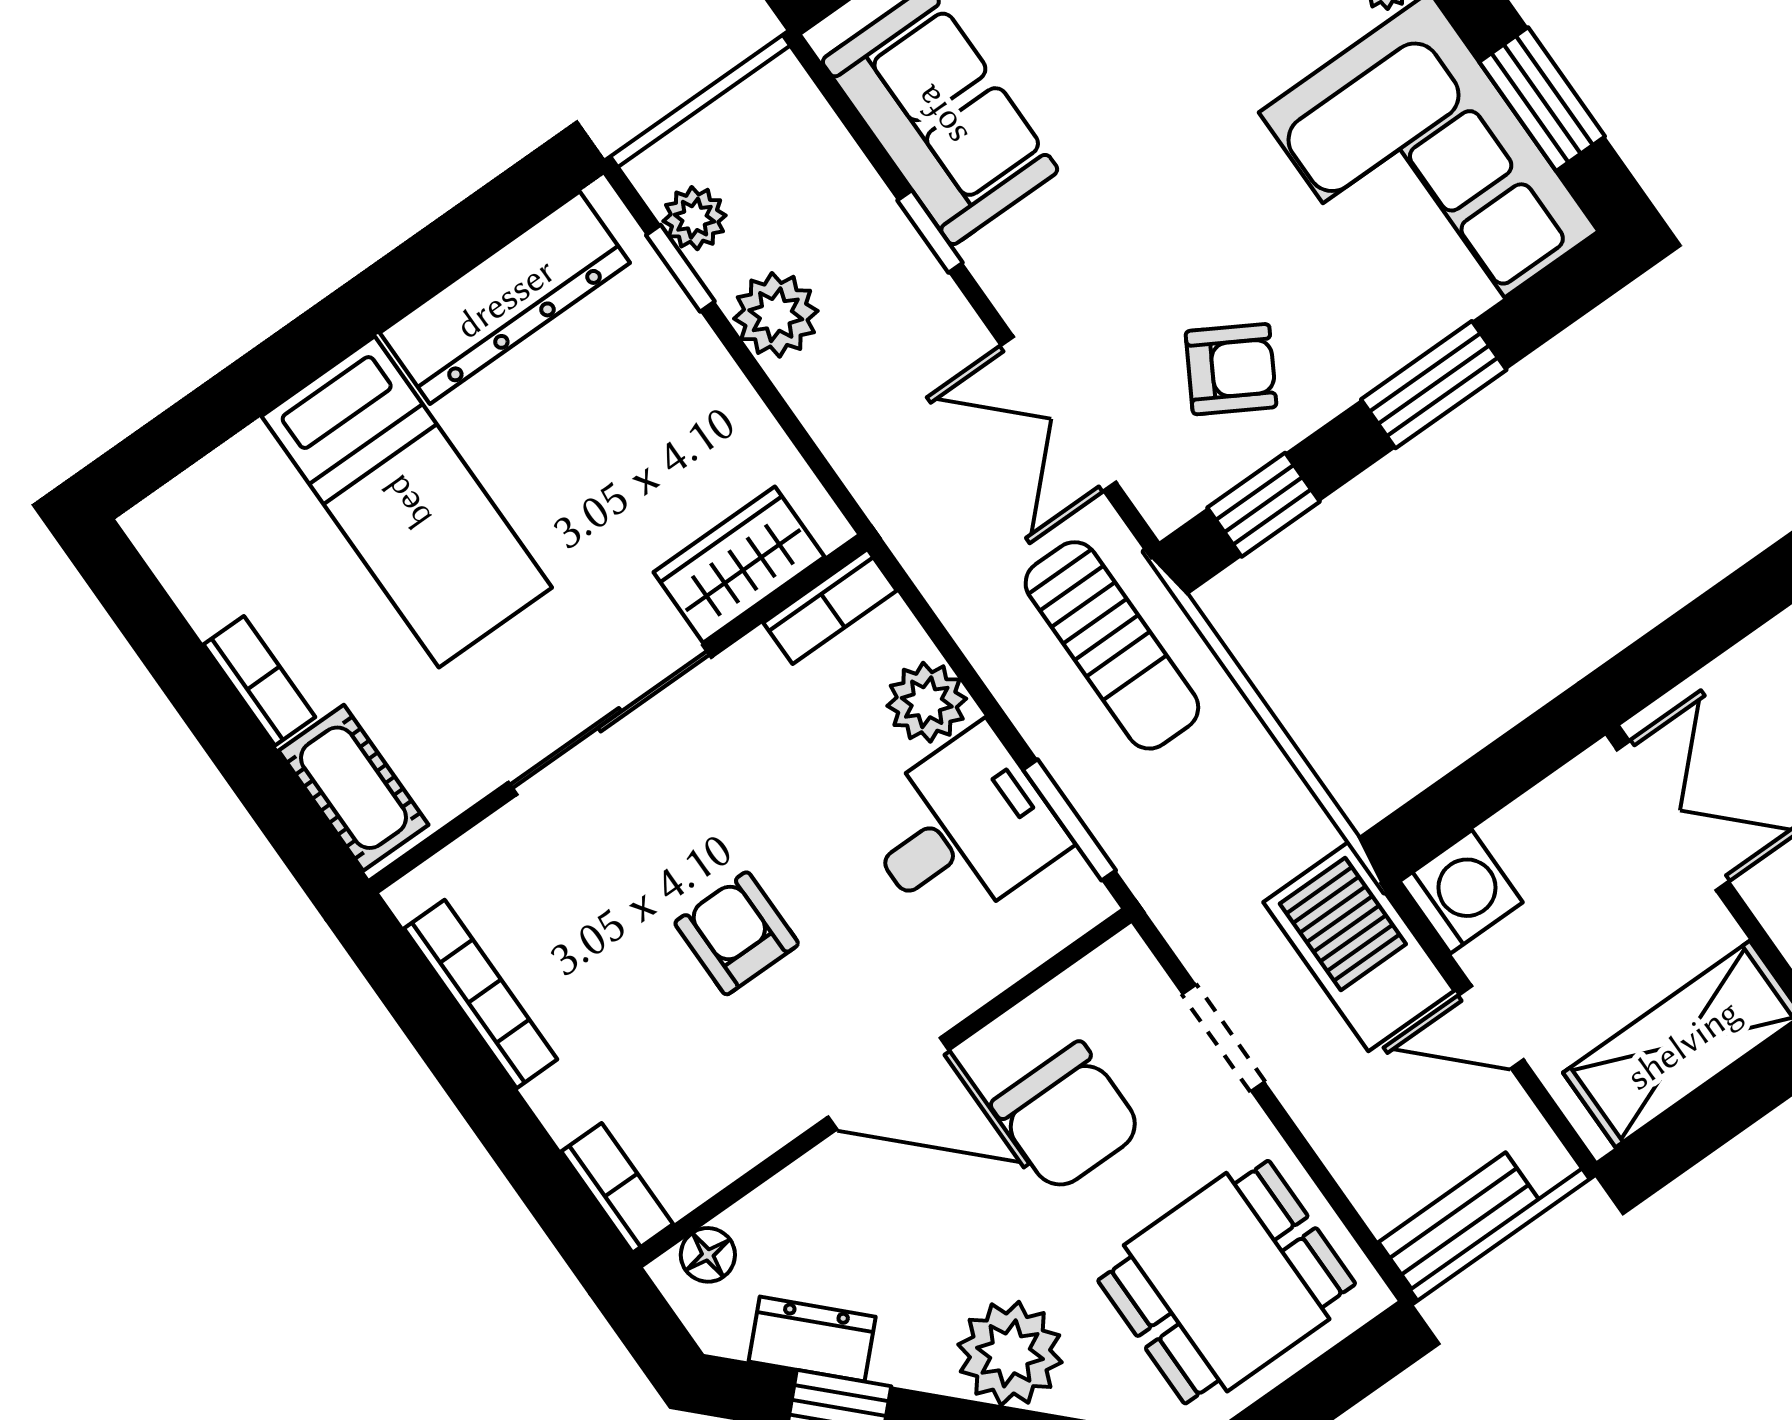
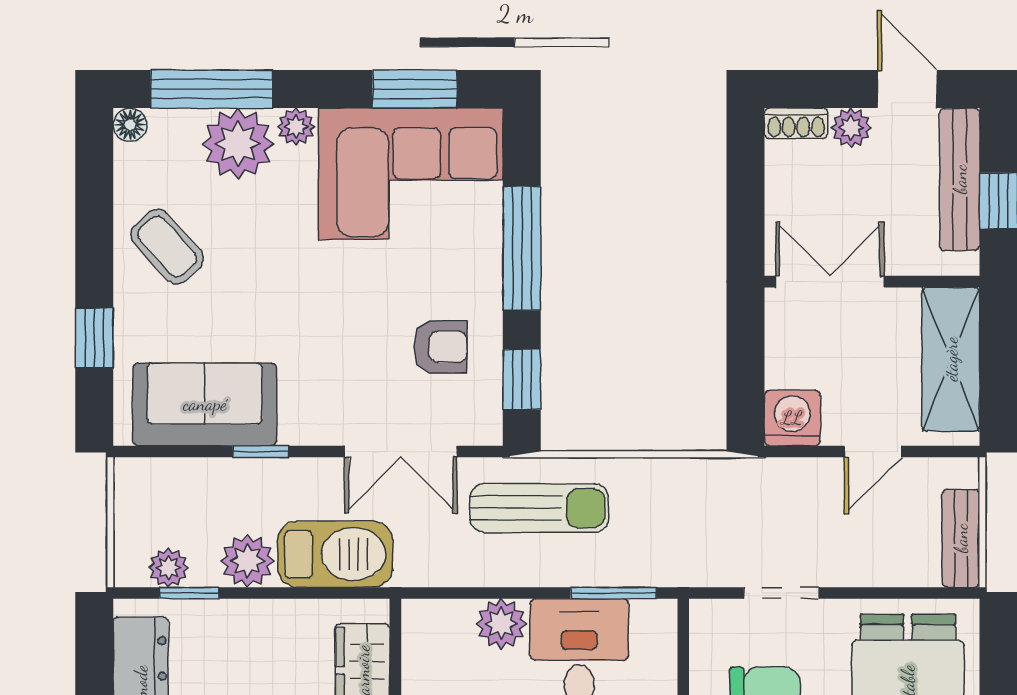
armchair: (1231, 369) -> (440, 347), turned 60
window: (1434, 385) -> (522, 248), width x1.44
bookcase: (830, 607) -> (417, 639), removed
barbecue: (1359, 946) -> (335, 554), moved, turned 180

